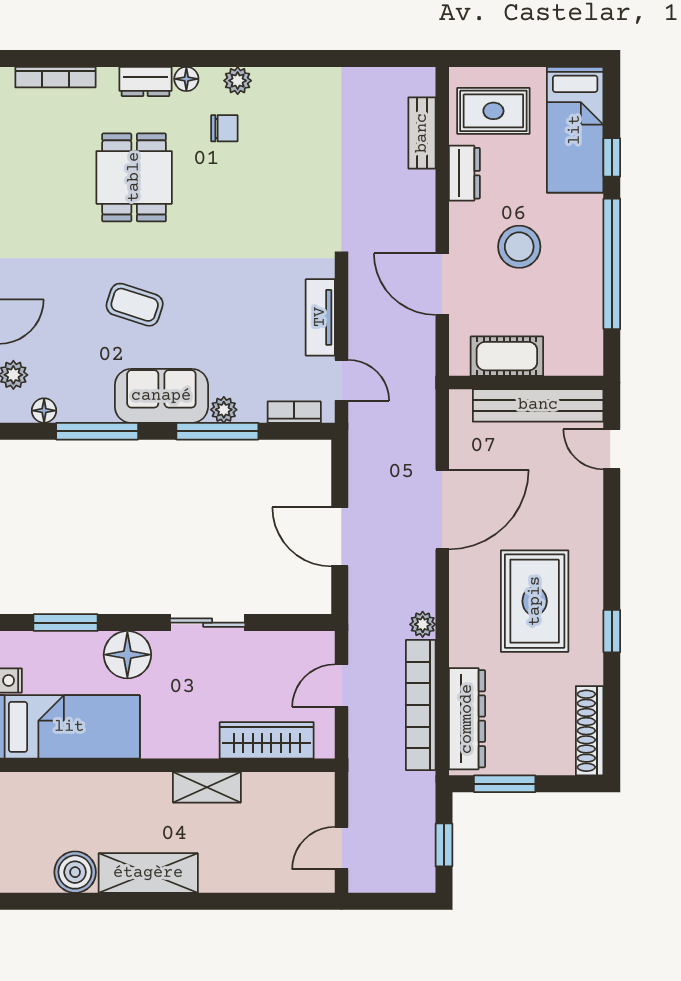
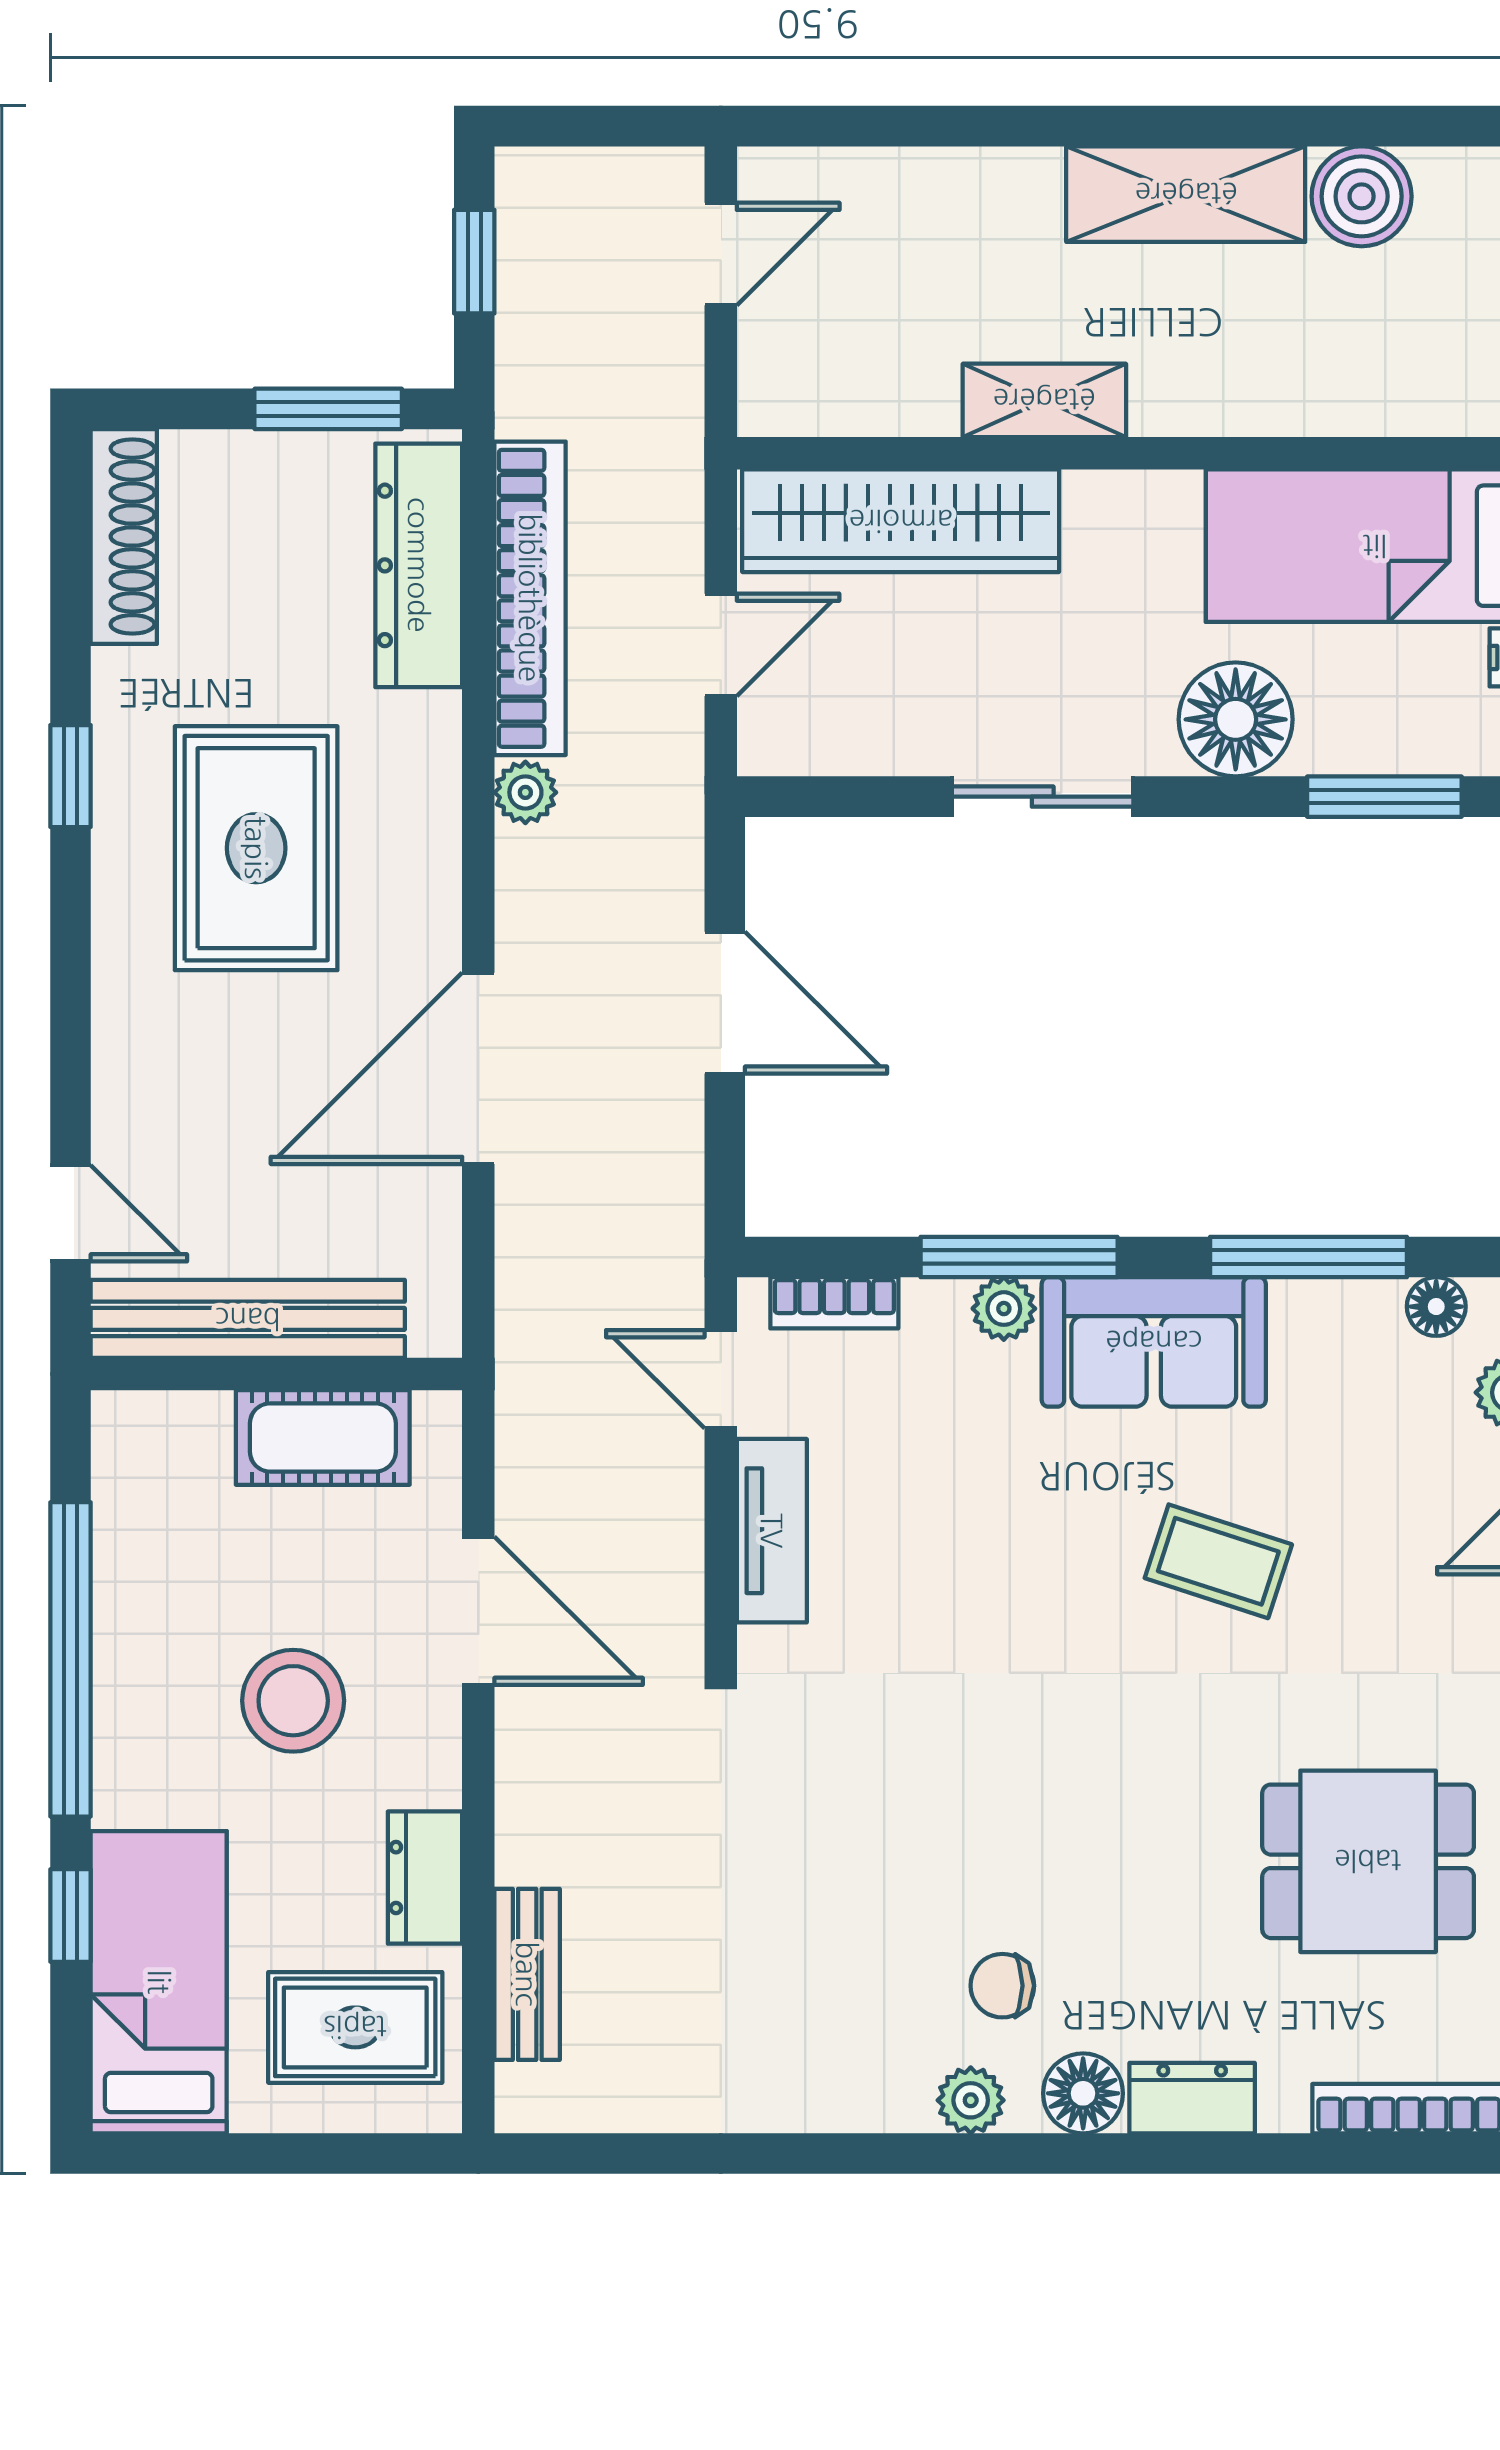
floor lamp: (186, 79) -> (1083, 2093), width x1.37, depth x1.37
dining table: (134, 177) -> (1368, 1861), moved, turned 90
wardrobe: (267, 740) -> (901, 521), width x1.40, depth x1.17

